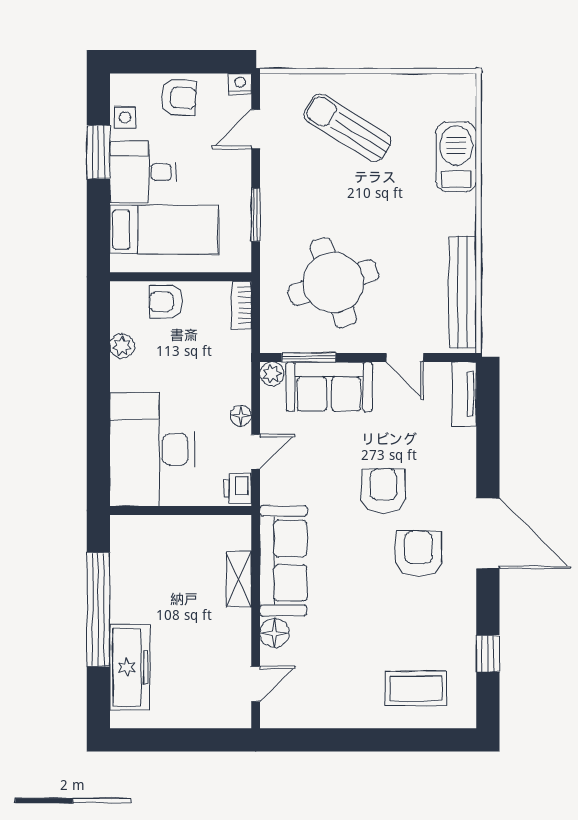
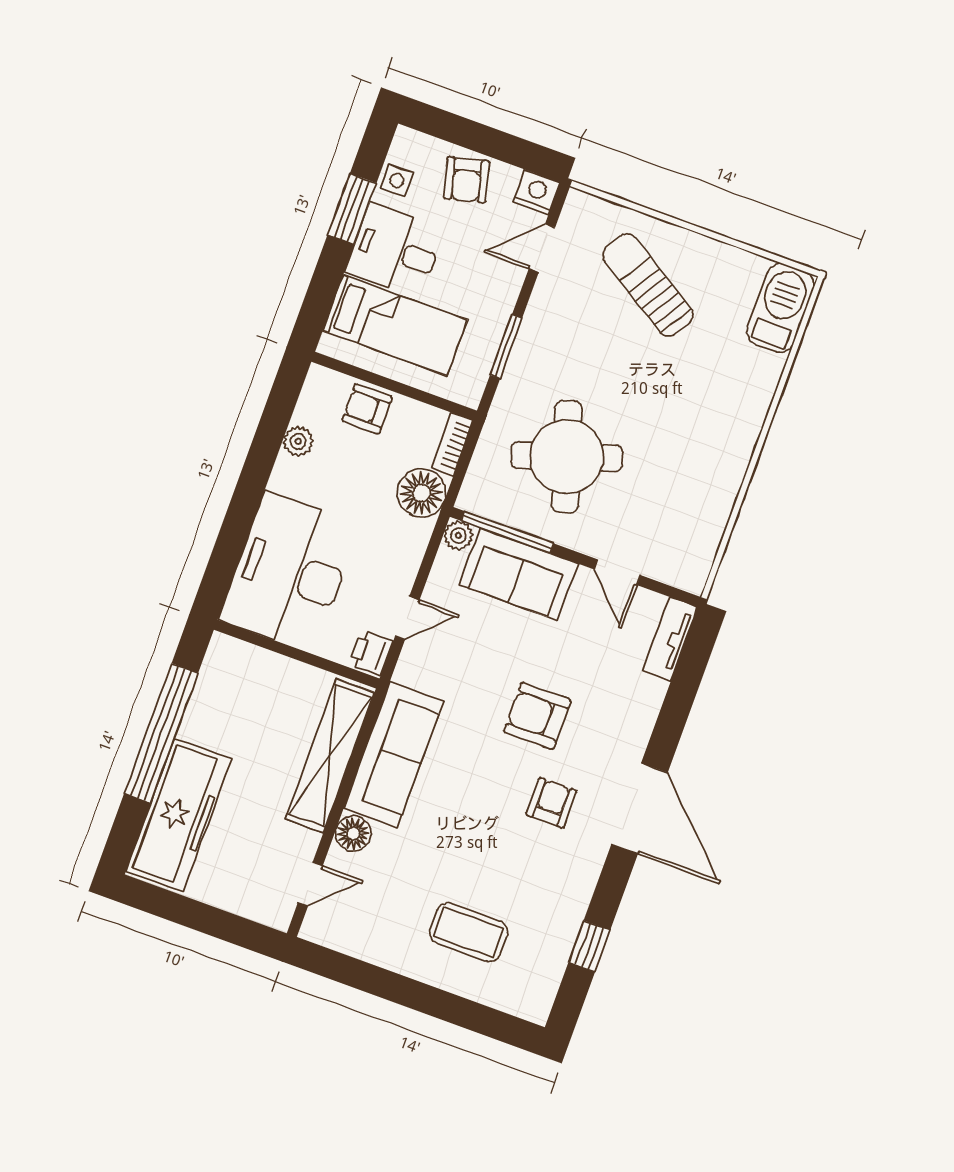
nightstand: (240, 84) -> (537, 192), width x1.39, depth x1.35
armchair: (178, 98) -> (466, 180), turned 72
barbecue: (456, 157) -> (780, 308), moved
bench: (462, 292) -> (711, 522), removed
window: (309, 358) -> (507, 532), width x1.44
floor lamp: (241, 416) -> (421, 493), moved, width x1.89, depth x1.89
armchair: (383, 491) -> (537, 716), turned -90
armchair: (418, 554) -> (551, 803), width x0.72, depth x0.72
shelving: (239, 579) -> (330, 756), width x2.20, depth x1.33
freezer: (130, 667) -> (179, 815), width x1.36, depth x1.26
coffee table: (416, 688) -> (469, 932), moved

